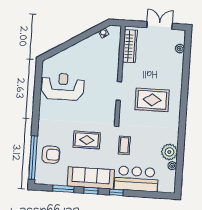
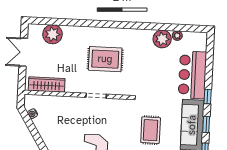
plant: (180, 49) -> (52, 34), width x1.88, depth x1.88
rug: (152, 100) -> (105, 59), turned 90
coffee table: (124, 145) -> (156, 89), removed

